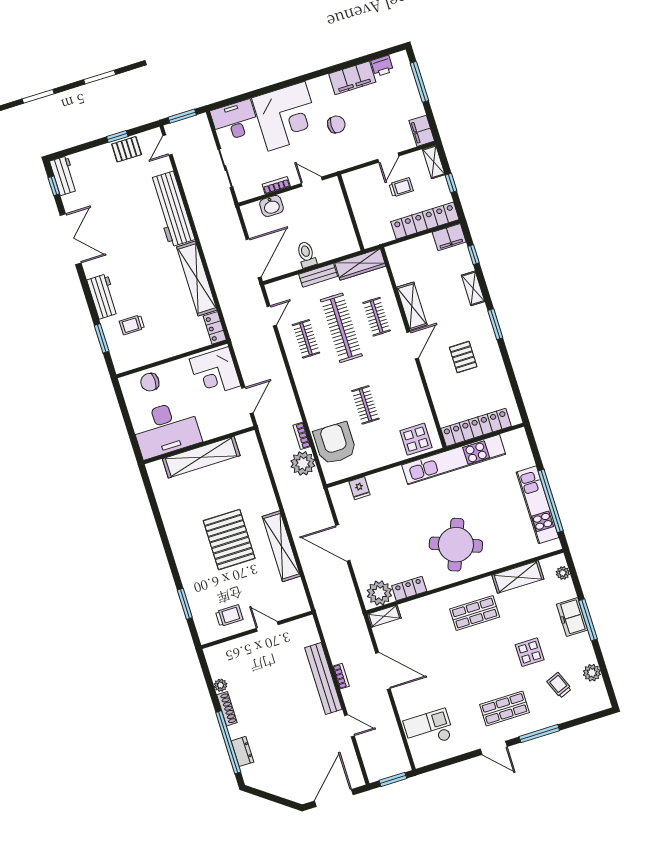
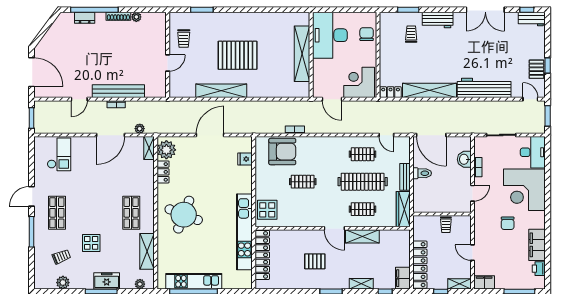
trolley: (401, 187) -> (446, 225), moved
plant: (303, 463) -> (140, 129), moved, width x0.53, depth x0.53

